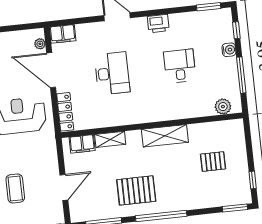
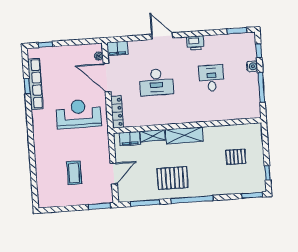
desk: (112, 73) -> (156, 82), turned 90
plant: (223, 107) -> (245, 112), removed
shelving: (165, 136) -> (184, 135), moved

